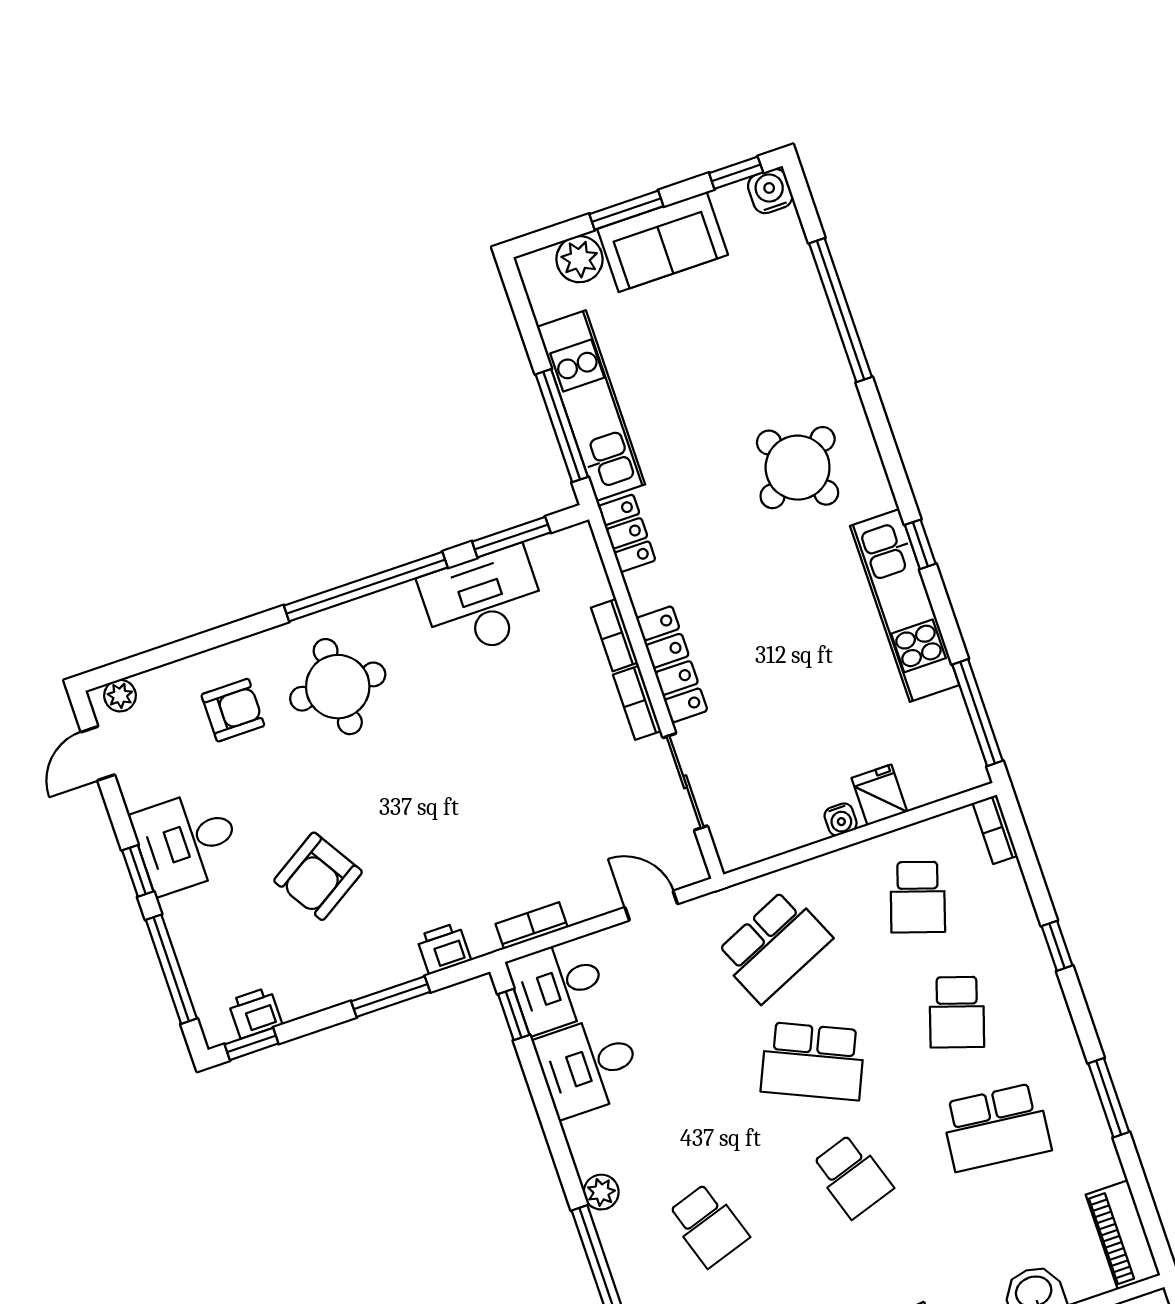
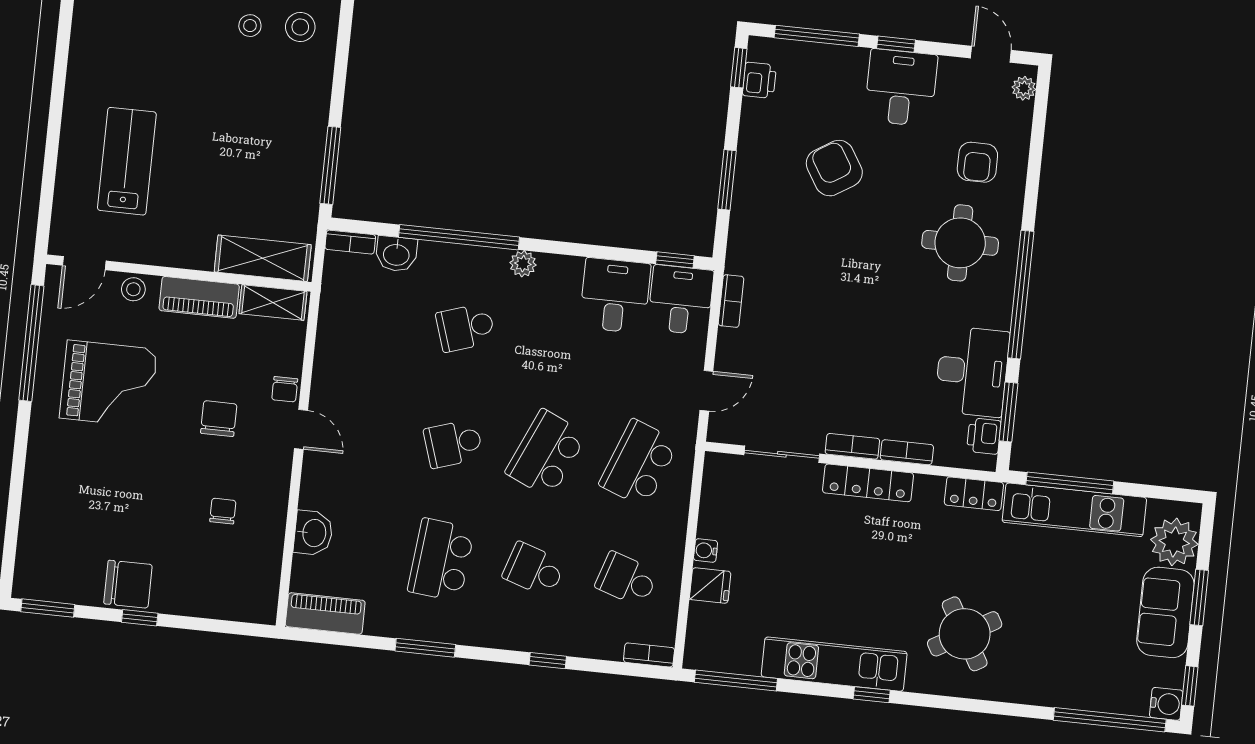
plant: (579, 259) -> (1174, 542), width x1.36, depth x1.36
window: (841, 310) -> (1110, 720), moved
school desk: (774, 946) -> (639, 463), turned 45
printer: (444, 948) -> (984, 436), moved, turned 180

